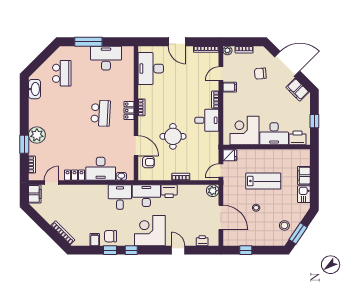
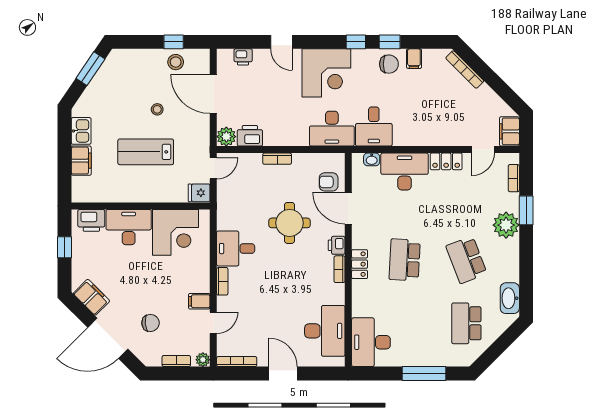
desk: (106, 58) -> (371, 342), moved, turned 90
school desk: (62, 113) -> (466, 260), added
printer: (143, 122) -> (337, 245), added
printer: (169, 191) -> (250, 136), moved
stool: (284, 225) -> (176, 62), moved

